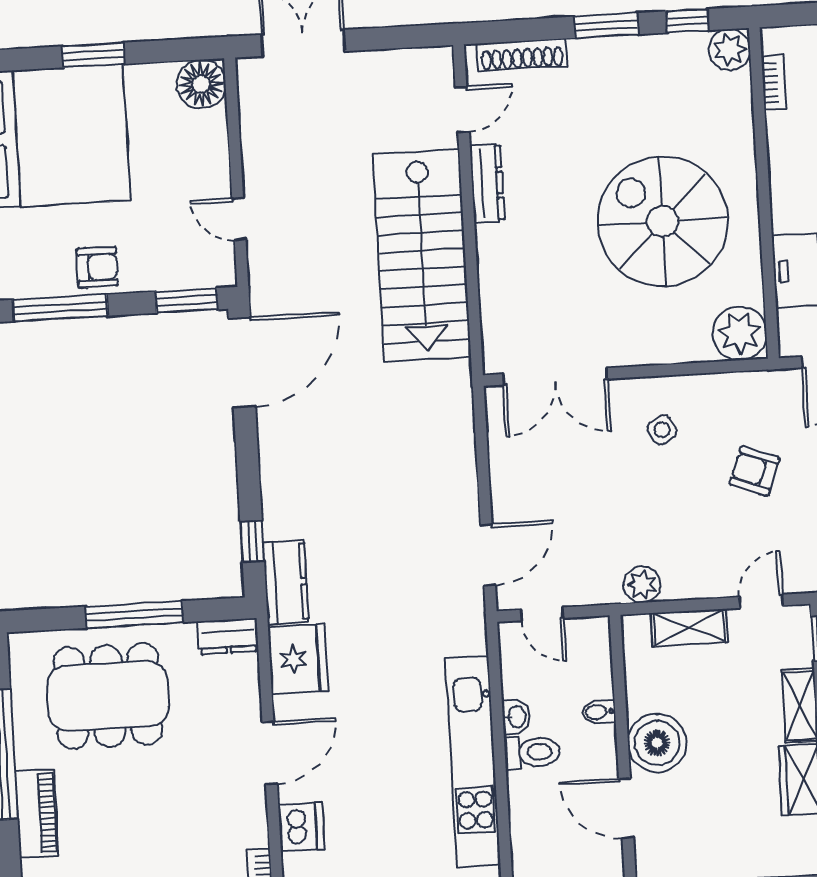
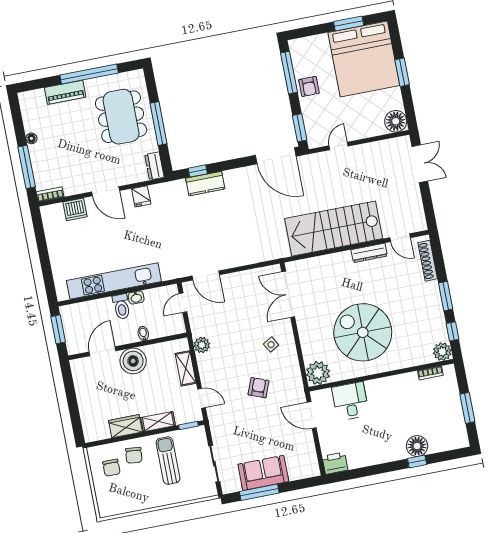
spiral stairs: (663, 221) -> (363, 332), turned -90
kitchen counter: (286, 582) -> (205, 183), moved
fridge: (298, 659) -> (141, 196), width x0.53, depth x0.75

